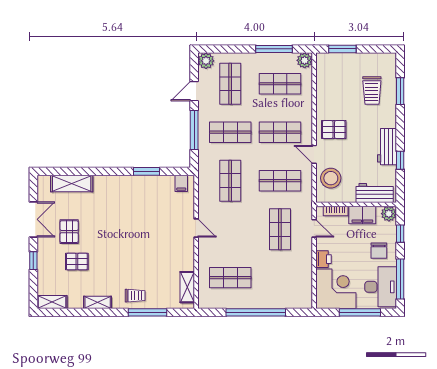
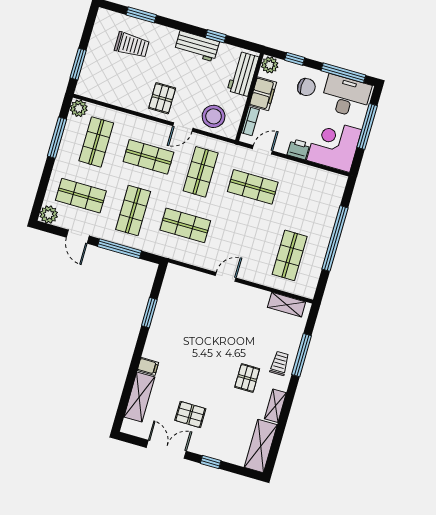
shop shelf: (280, 132) -> (148, 157), turned 90
filing cabinet: (181, 183) -> (148, 366), moved
pallet: (77, 262) -> (247, 378), moved
shelving: (52, 302) -> (261, 446), width x1.50, depth x1.33

